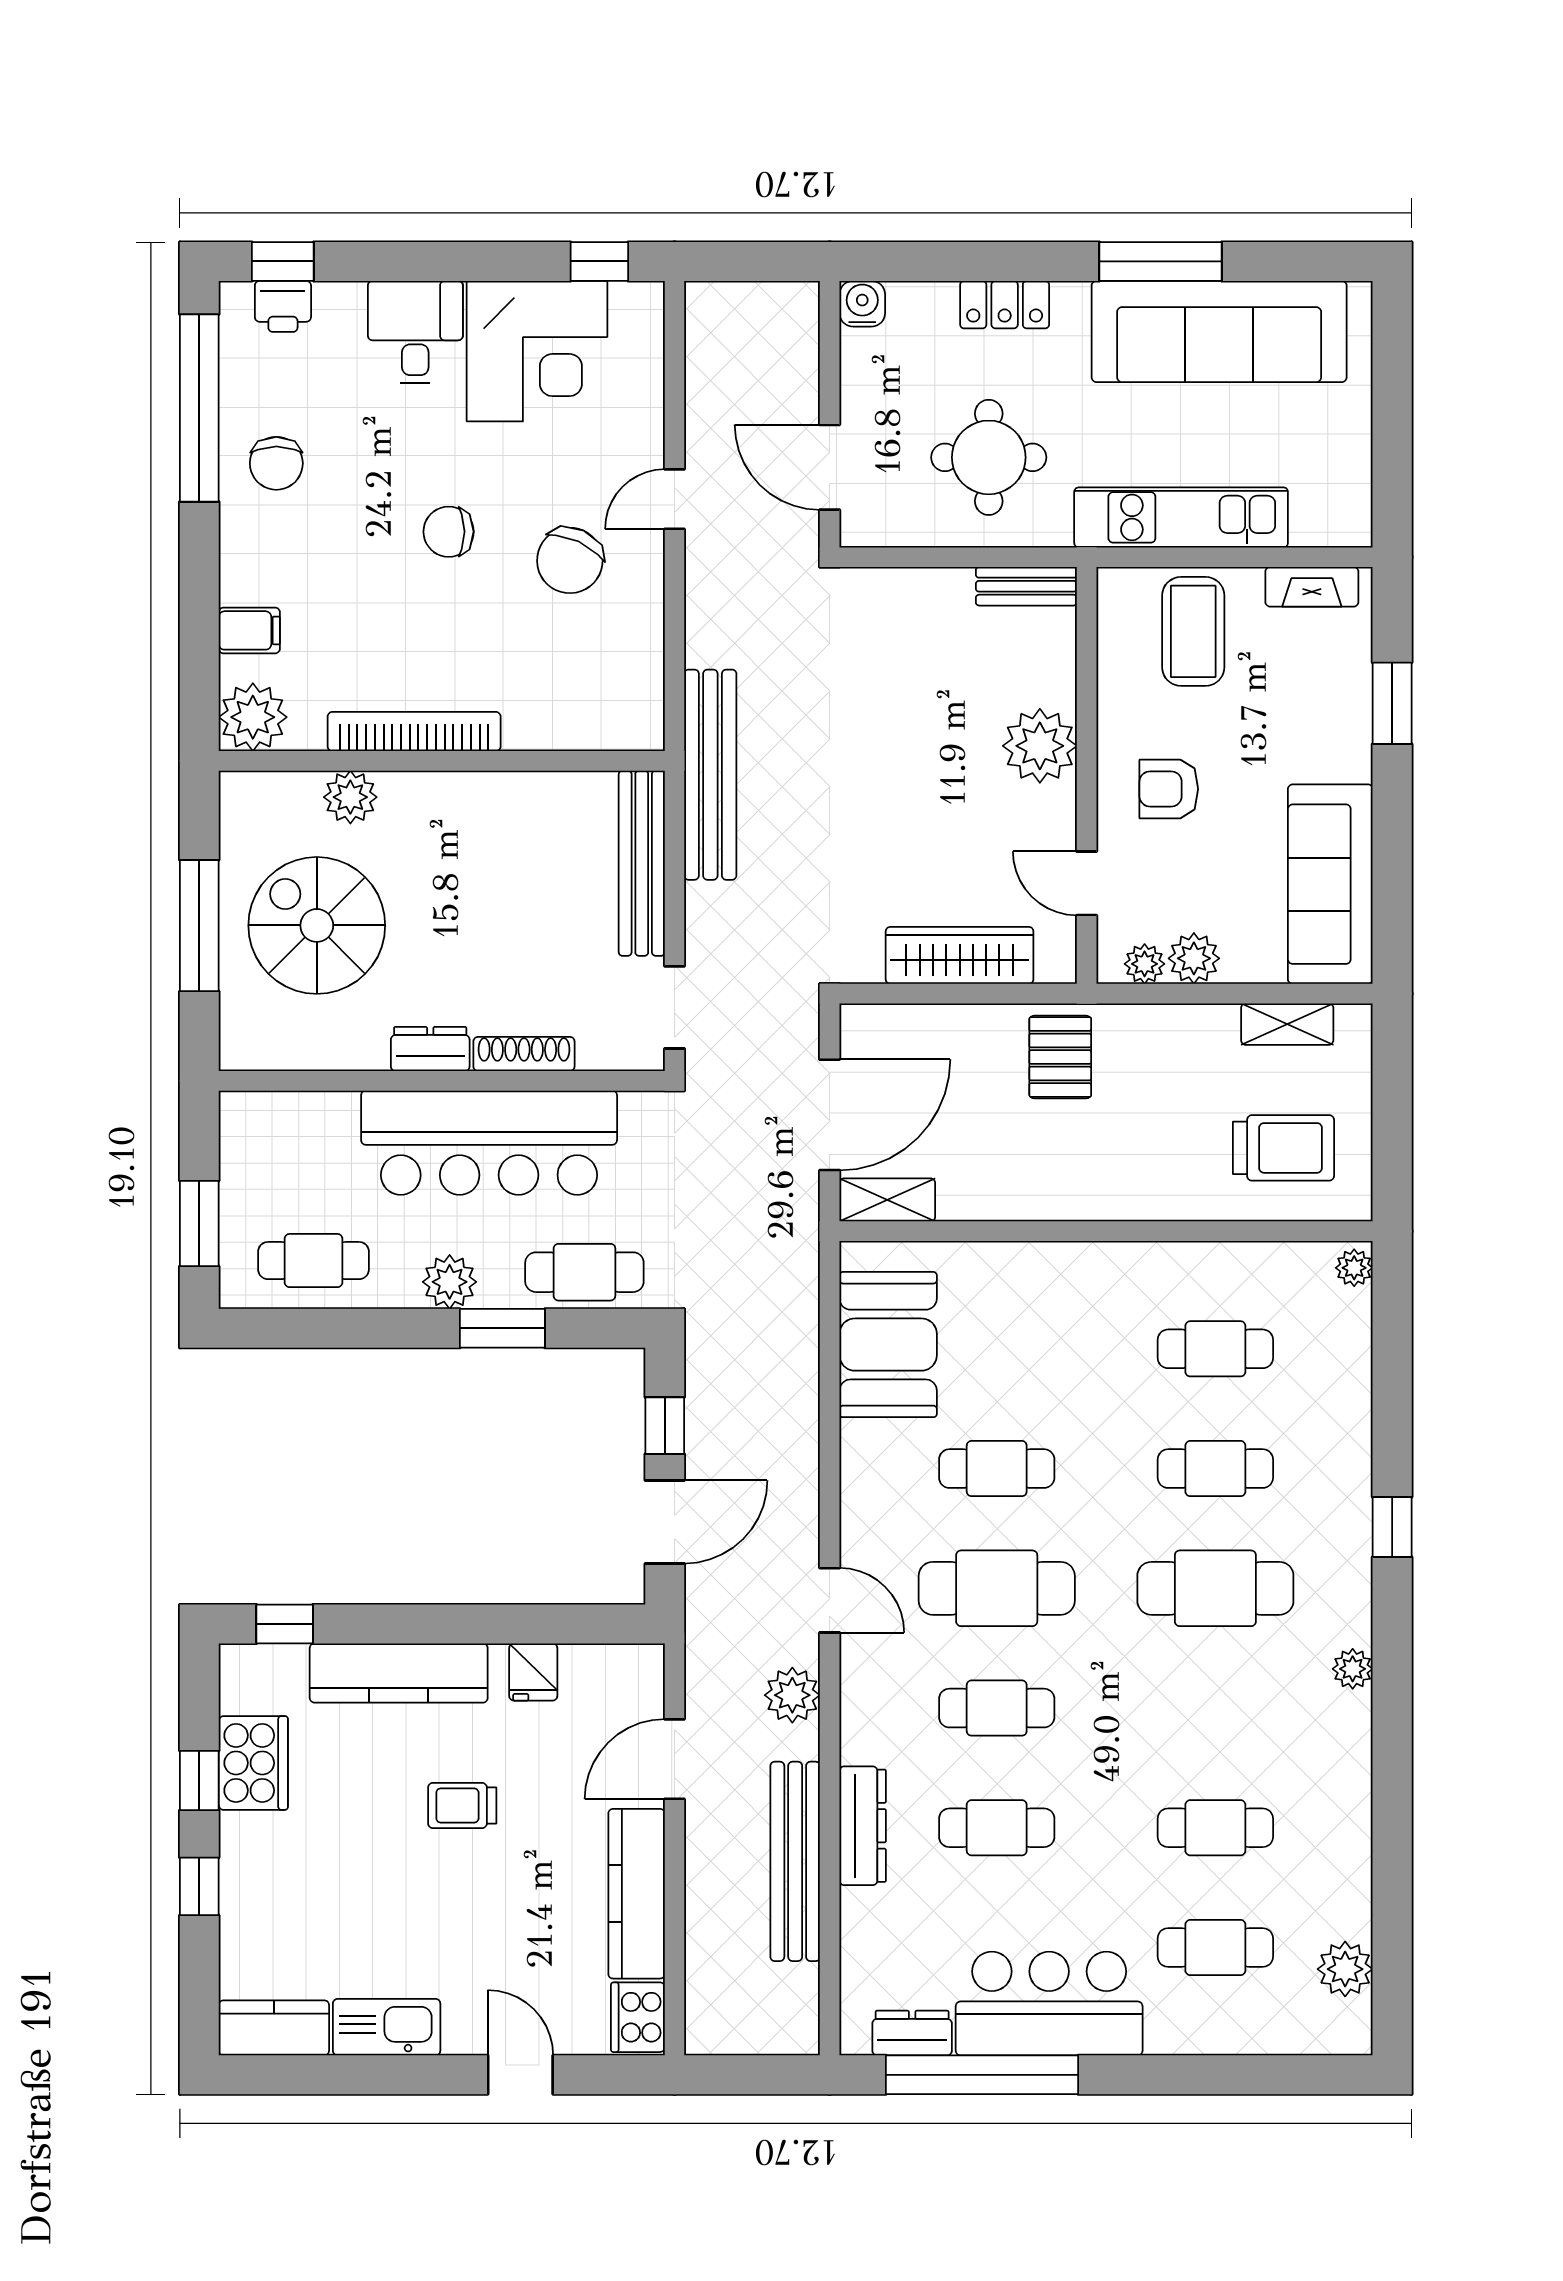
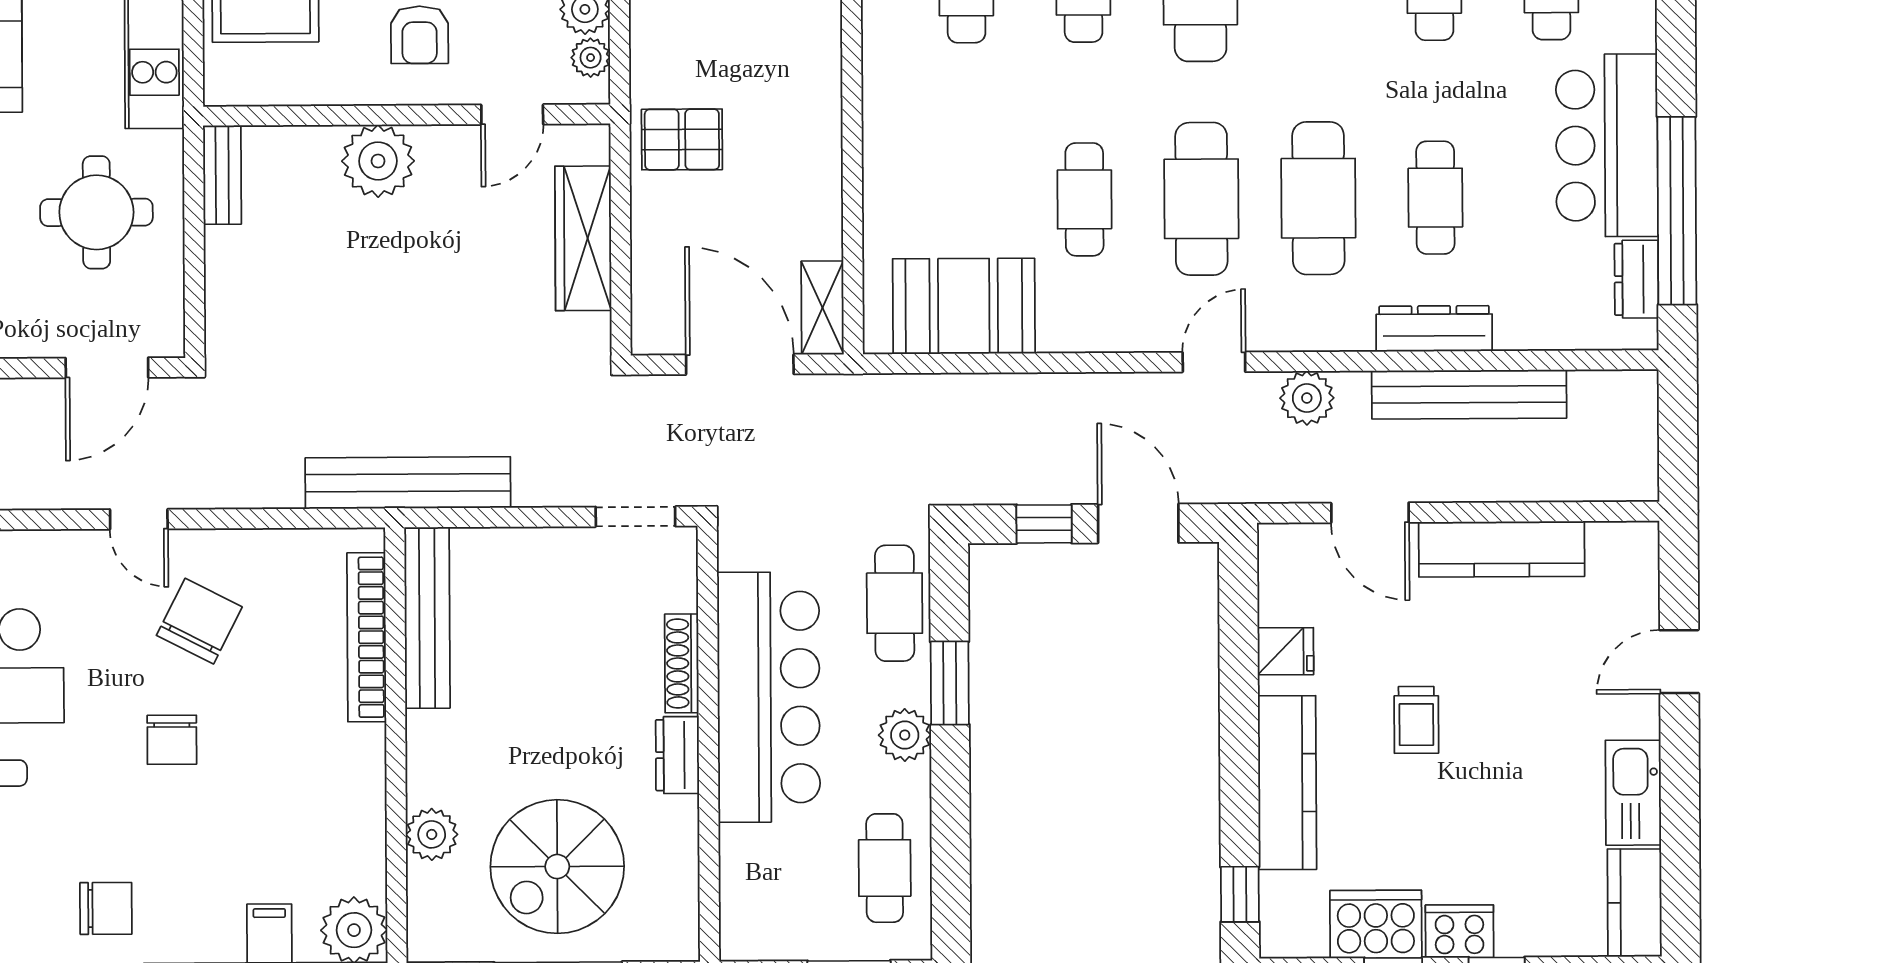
chair: (570, 560) -> (199, 621), turned -88
bookcase: (414, 732) -> (367, 637), moved
bench: (642, 863) -> (427, 618), moved, turned 90
cafe table: (997, 1708) -> (1318, 198), width x1.37, depth x1.35
cooker: (638, 2017) -> (1459, 931), moved, turned 180

